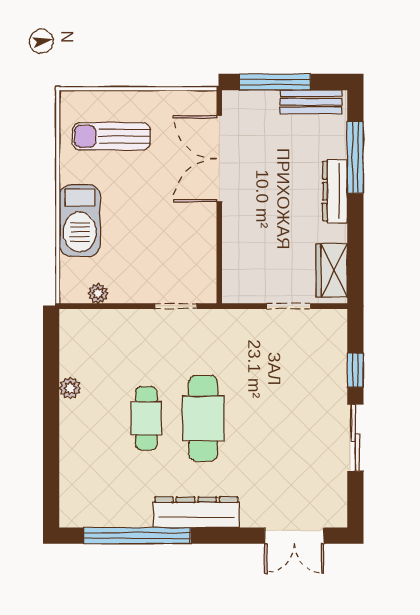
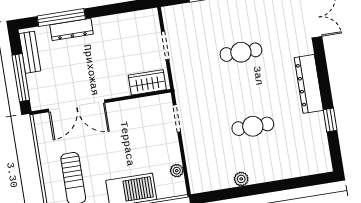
dresser: (335, 191) -> (71, 29), moved
wardrobe: (332, 270) -> (147, 82), moved, turned 180
cafe table: (203, 418) -> (241, 52), moved, width x0.73, depth x0.74
window: (137, 536) -> (330, 120), width x0.32

